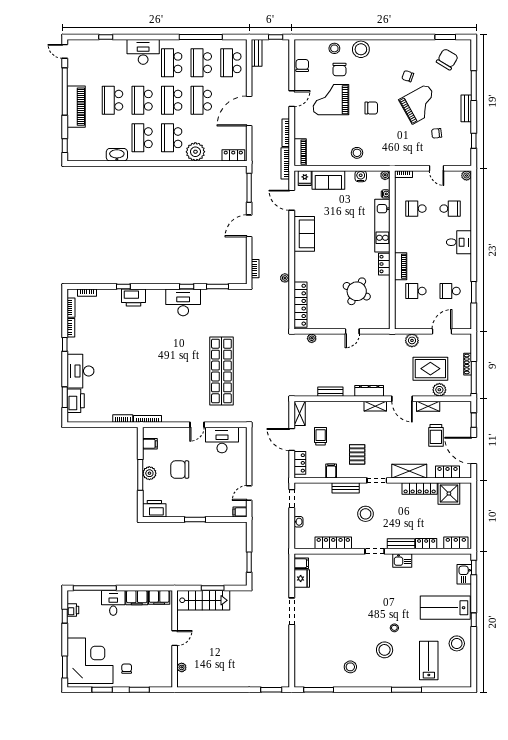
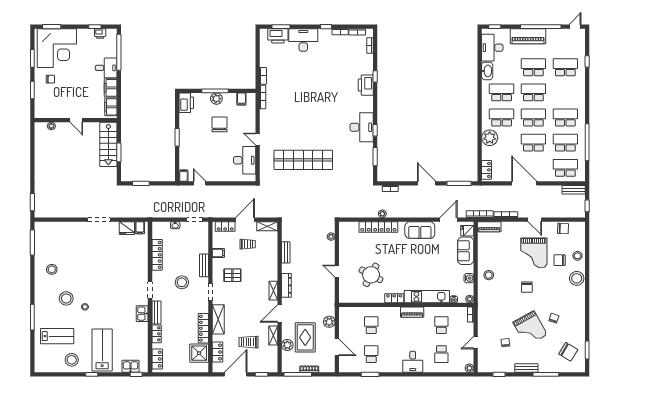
desk: (143, 52) -> (492, 48), moved, turned 180
school desk: (113, 63) -> (565, 67), added
grand piano: (331, 100) -> (534, 253), turned 180
piano: (401, 266) -> (412, 312), moved
locker: (300, 305) -> (378, 227), moved

